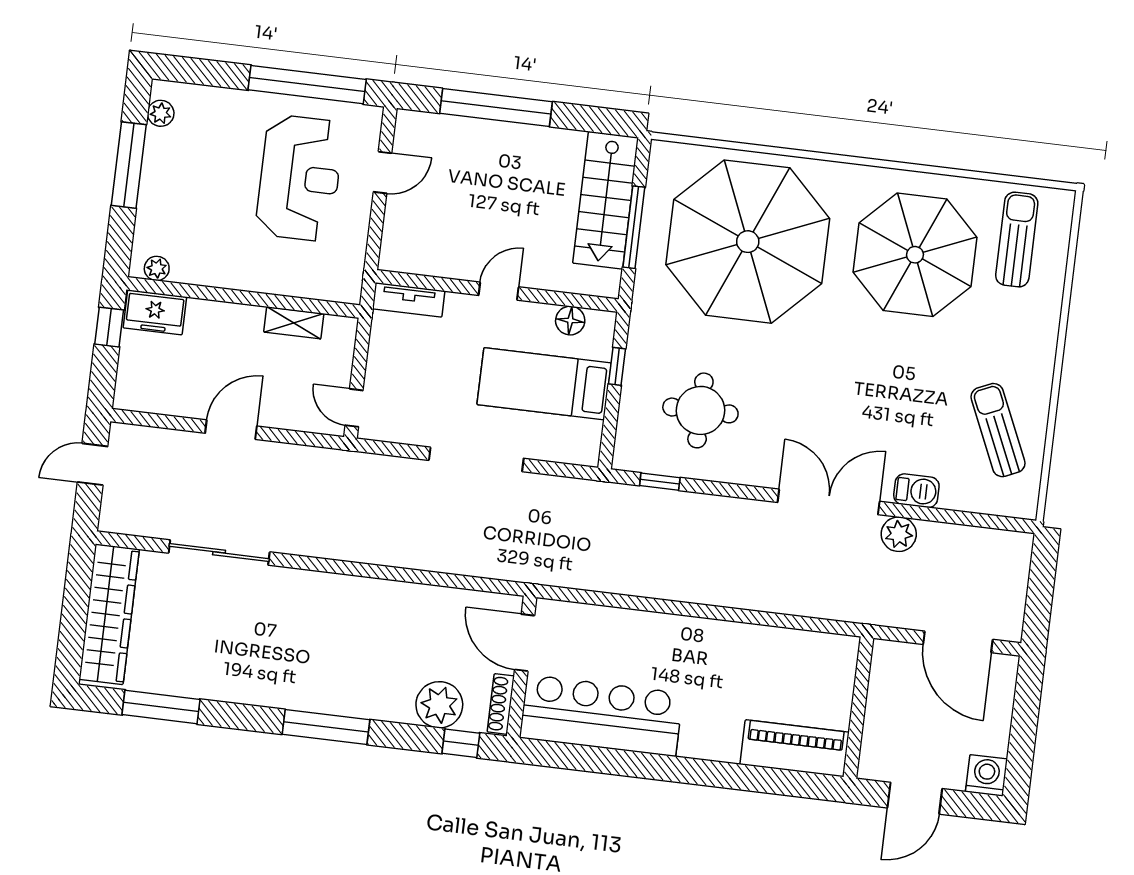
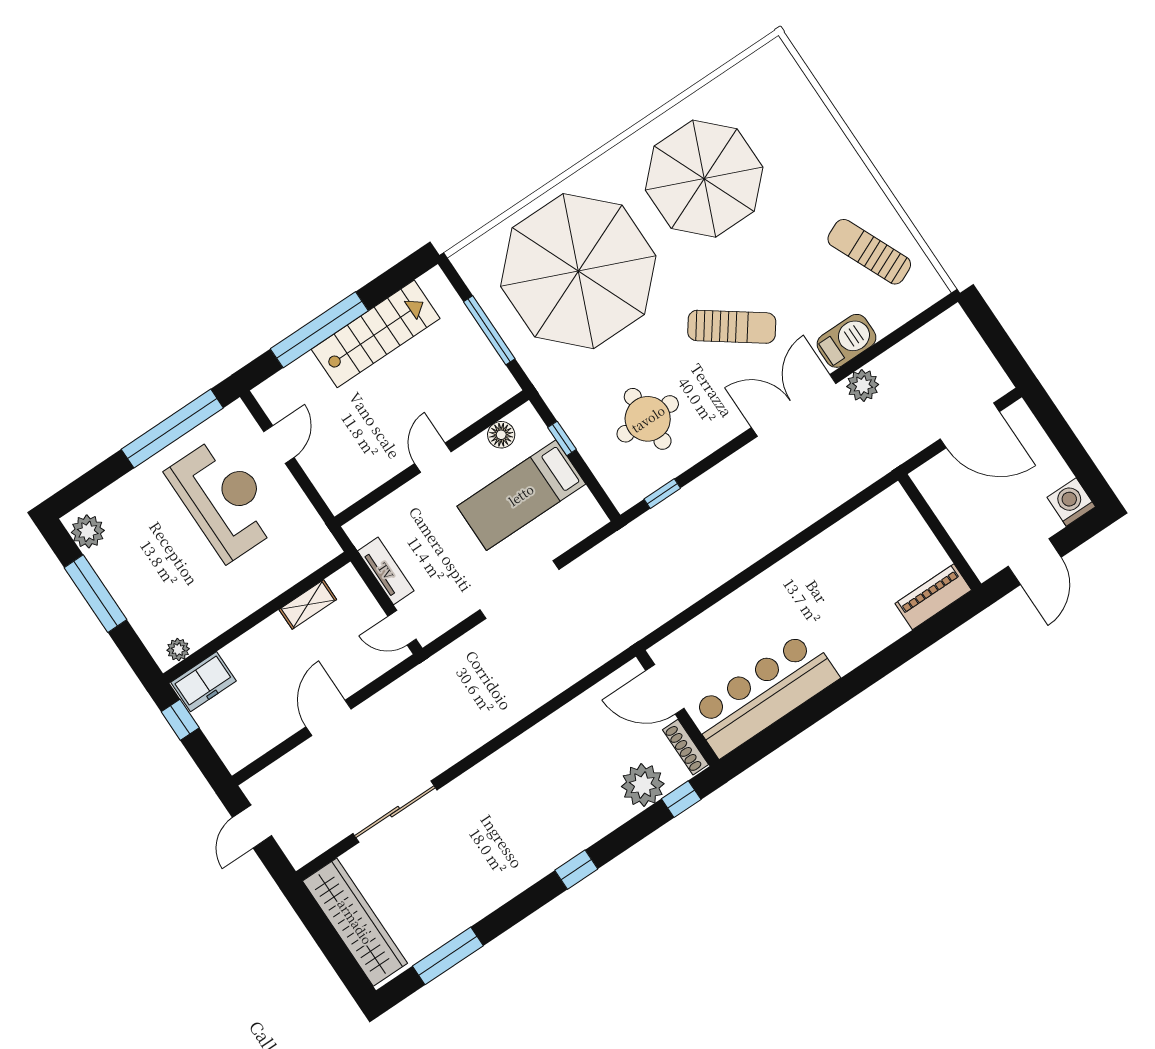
plant: (161, 113) -> (88, 531), width x1.38, depth x1.38
stairs: (606, 200) -> (376, 334), moved, turned -90
sun lounger: (1017, 239) -> (732, 327), moved, turned 126
tv unit: (409, 300) -> (386, 571), moved, turned -90
barbecue: (916, 491) -> (846, 341), width x1.38, depth x1.27
window: (326, 727) -> (576, 870), width x0.46
piano: (795, 748) -> (933, 597), width x0.73, depth x0.75

